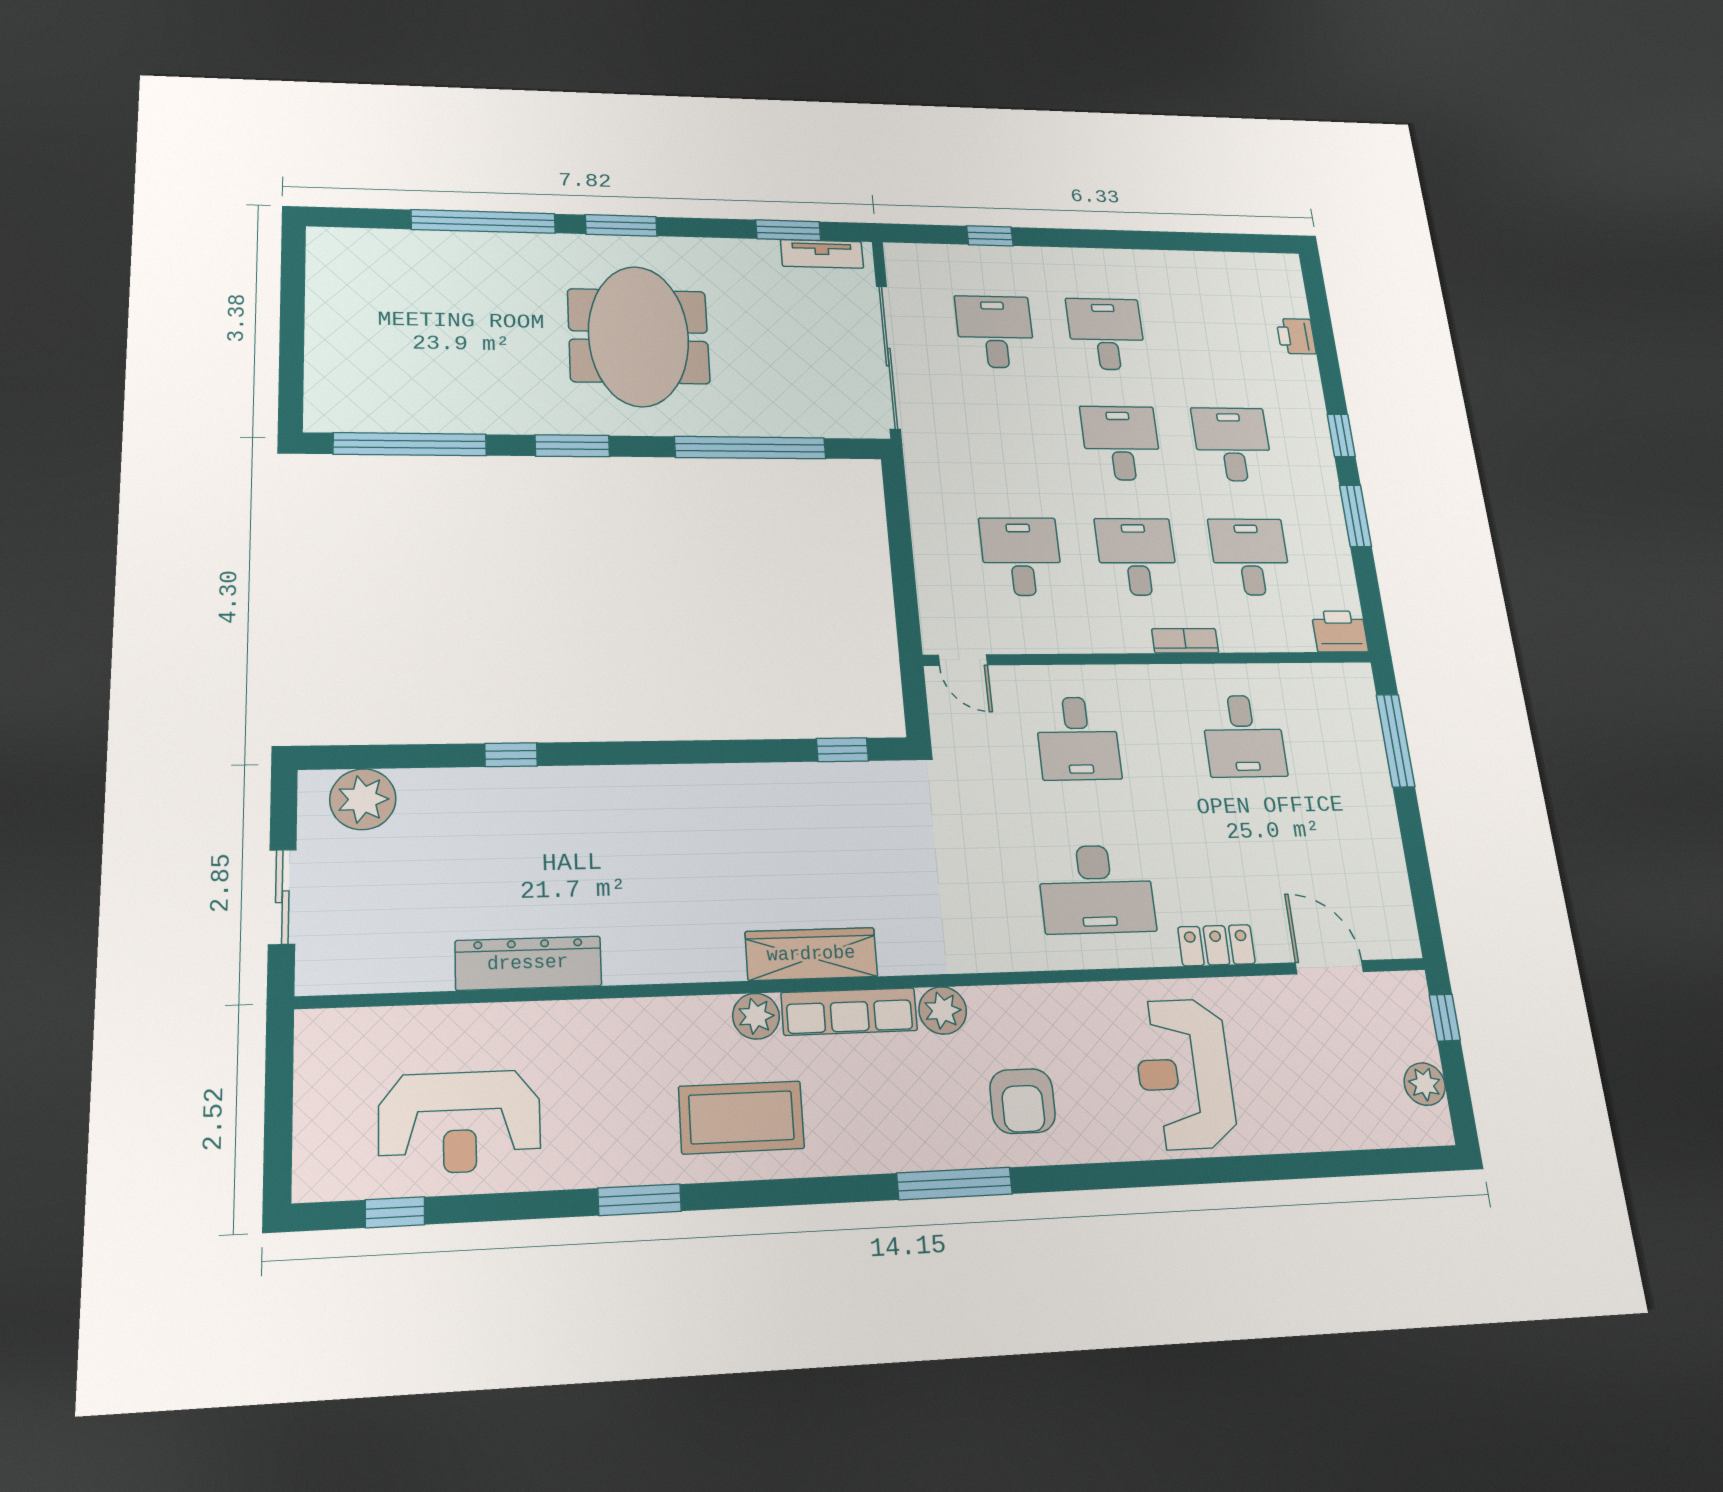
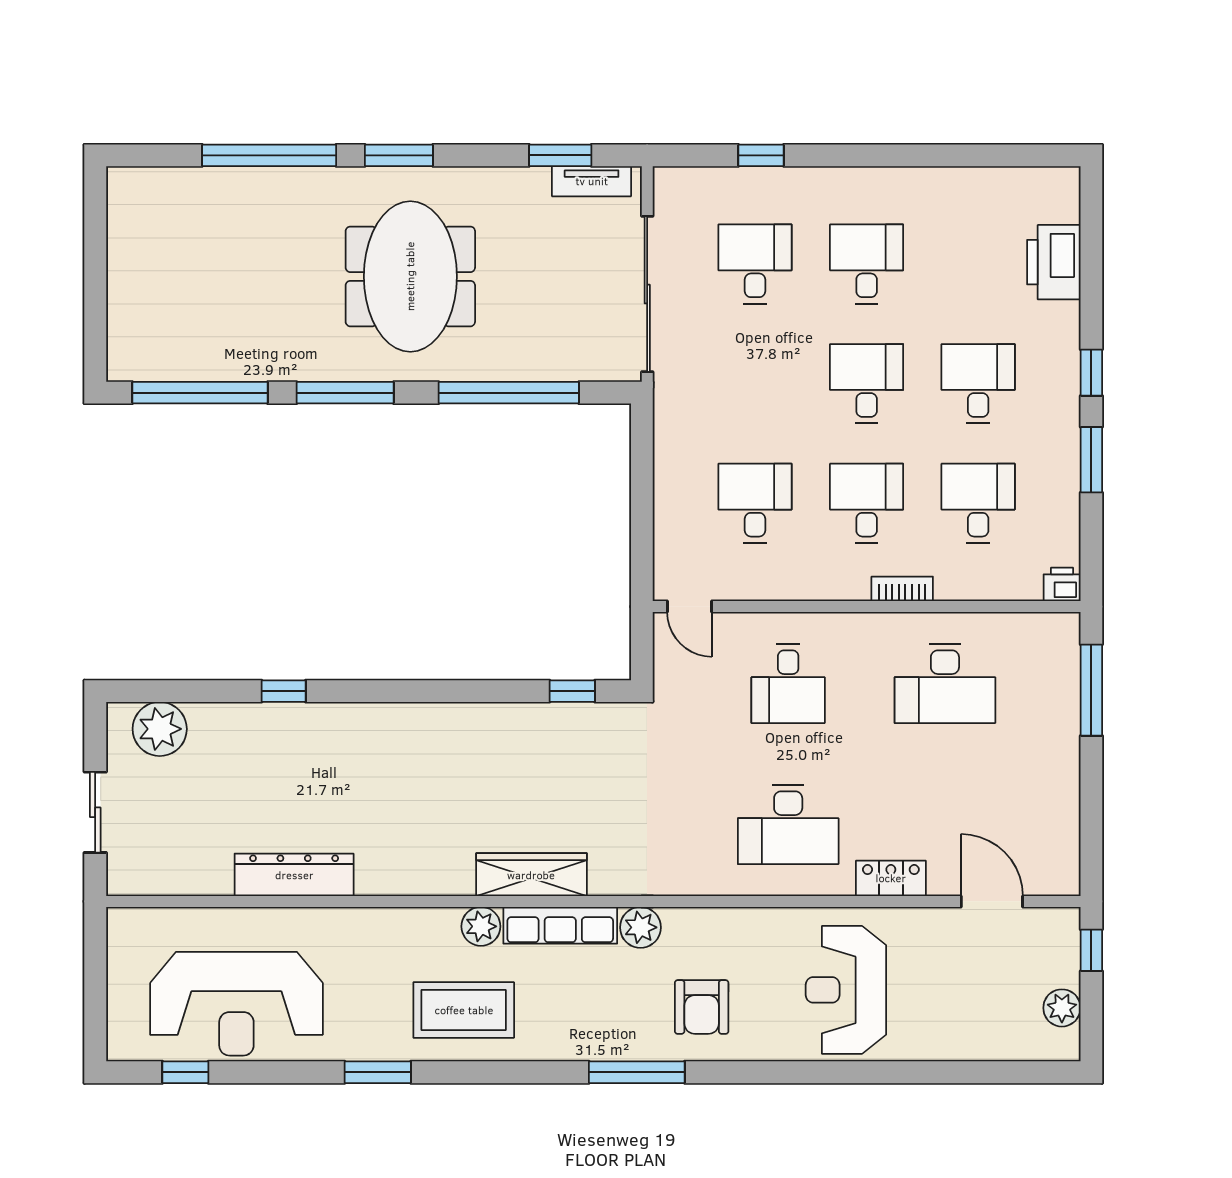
printer: (1296, 336) -> (1054, 262), width x1.87, depth x1.48
window: (572, 446) -> (345, 393), width x1.44
printer: (1340, 631) -> (1062, 584), width x0.73, depth x0.81
desk: (1244, 736) -> (945, 684), width x1.37
reception desk: (460, 1122) -> (236, 1004), width x1.36, depth x1.30

